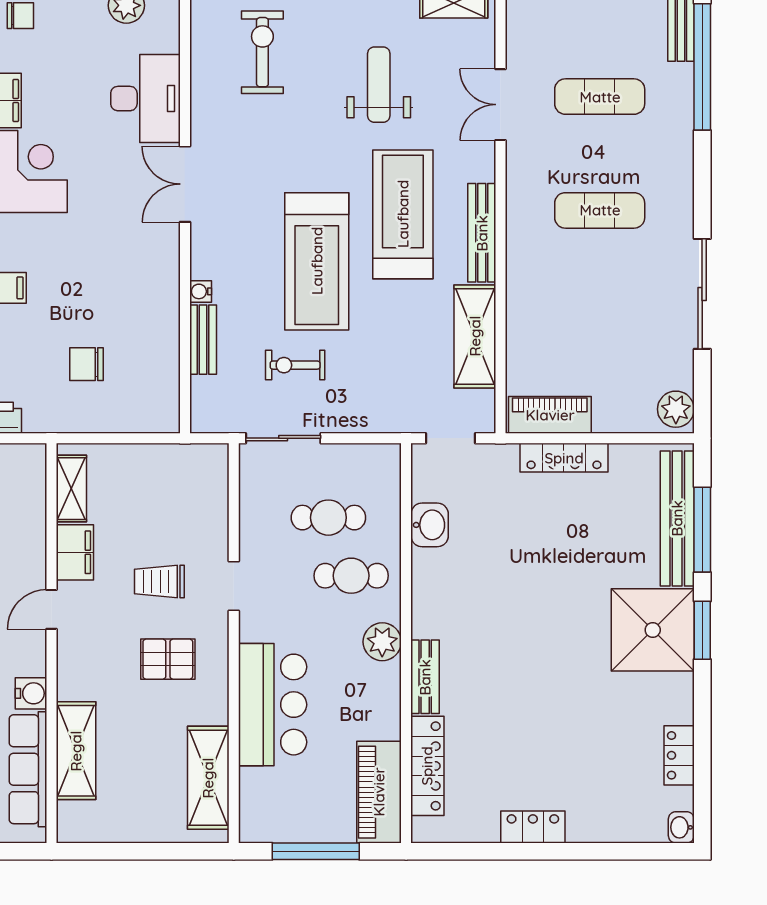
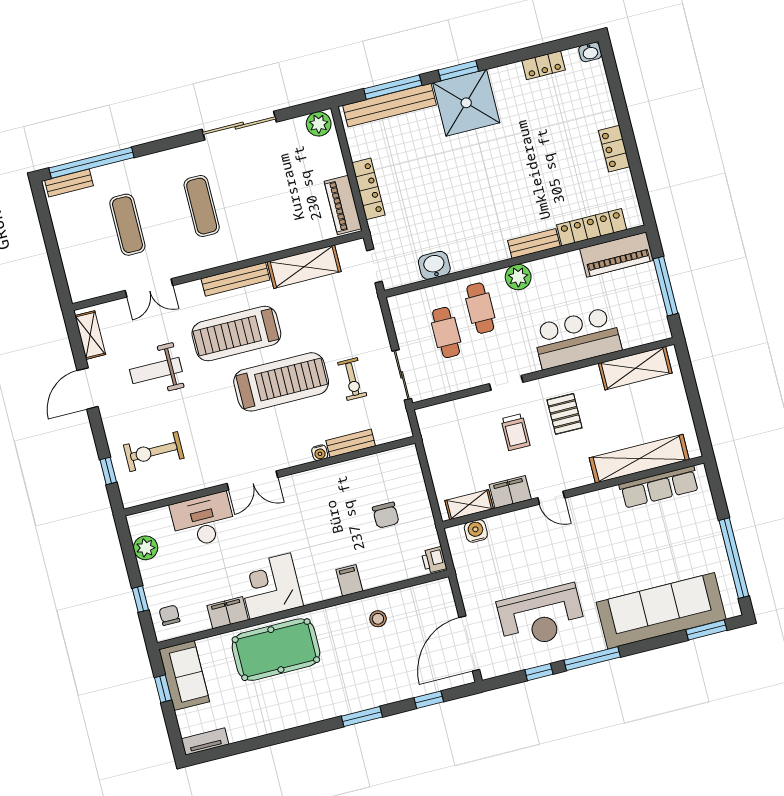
water cooler: (31, 693) -> (476, 531), moved
shelving: (76, 751) -> (639, 459), width x1.47

